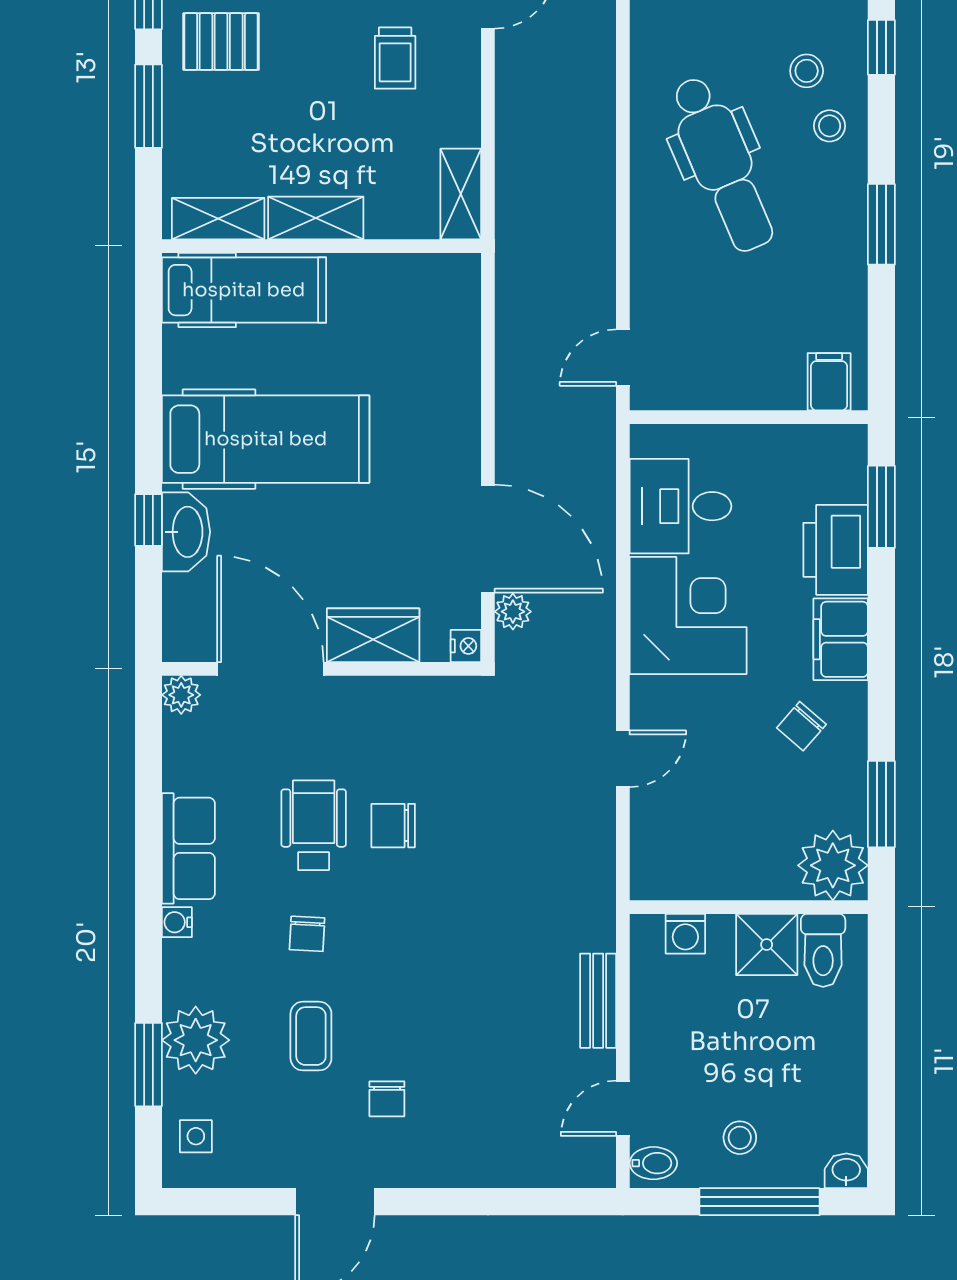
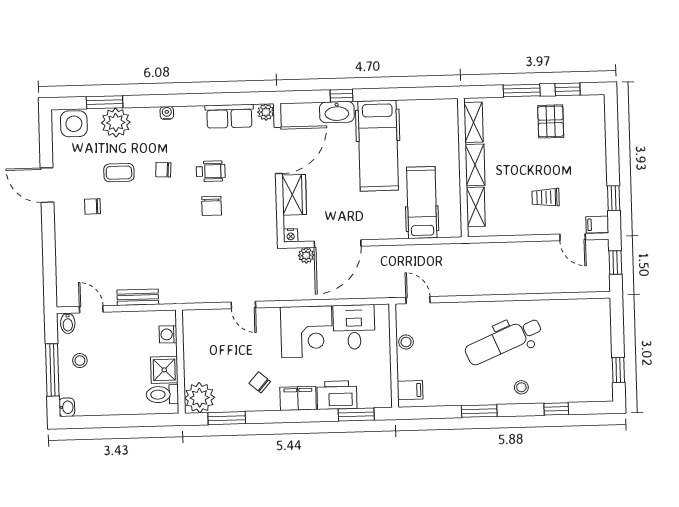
stool: (807, 71) -> (406, 342), moved
shelving: (461, 194) -> (476, 207), moved, turned 90
hospital bed: (244, 290) -> (422, 203), moved, turned 180
wheelchair: (314, 825) -> (211, 171), width x0.73, depth x0.73
chair: (393, 826) -> (212, 206), turned 180
row of seats: (188, 848) -> (229, 116), moved
side table: (196, 1136) -> (74, 124), width x1.87, depth x1.87

